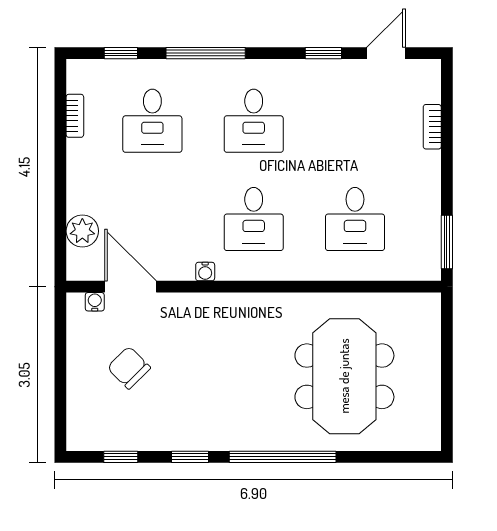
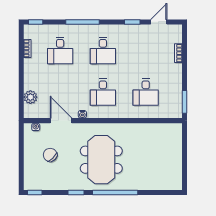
window: (121, 53) -> (36, 22), moved
door: (131, 287) -> (61, 121), moved
meeting table: (344, 376) -> (101, 160), moved
window: (121, 457) -> (35, 193), moved

